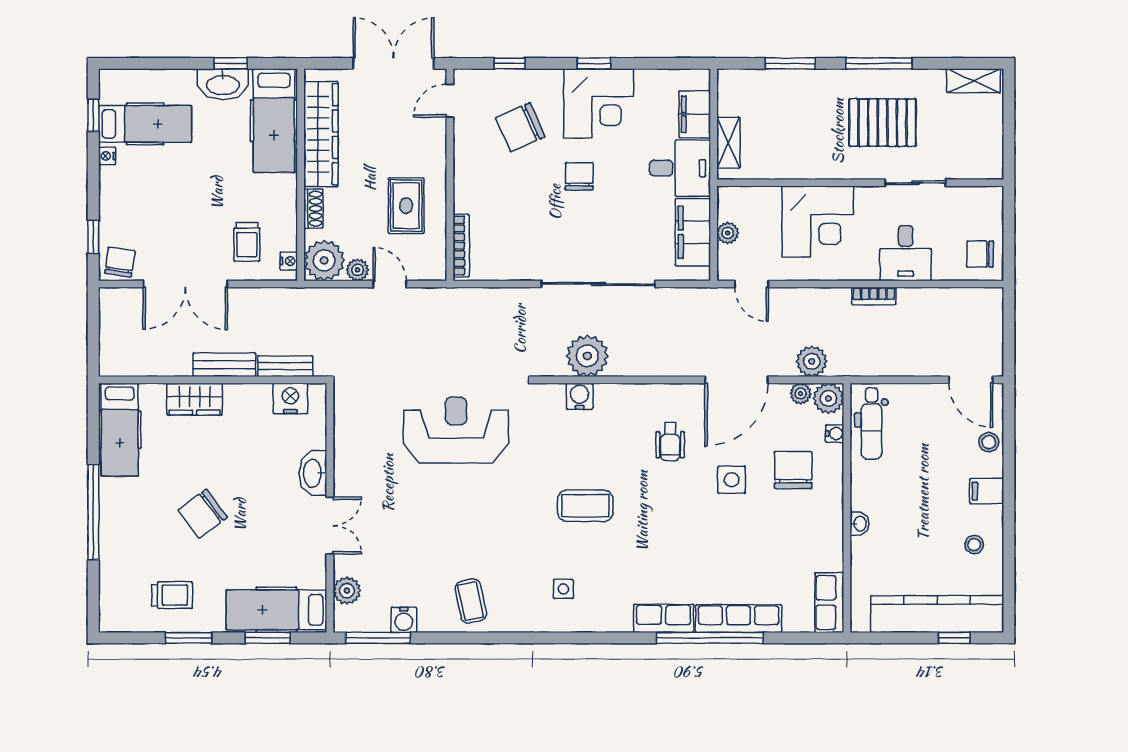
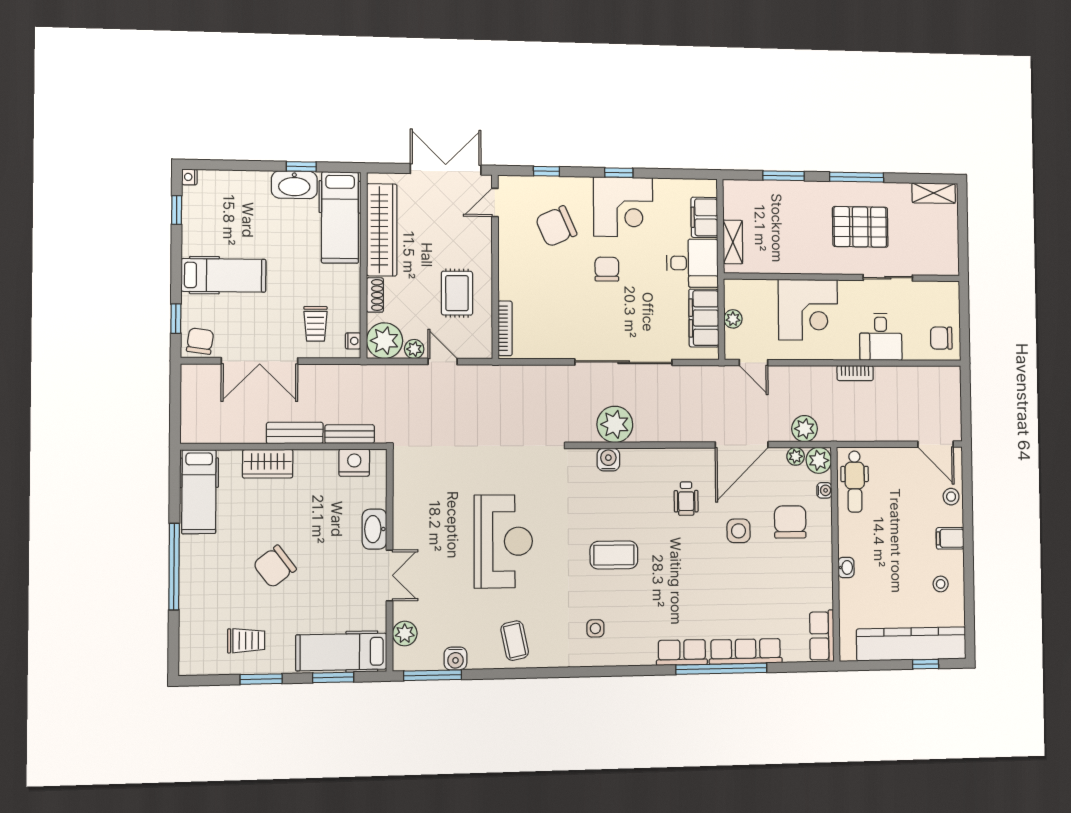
hospital bed: (145, 124) -> (224, 275), moved
nightstand: (107, 156) -> (189, 177), moved
reception desk: (456, 430) -> (503, 541), moved, turned 90

